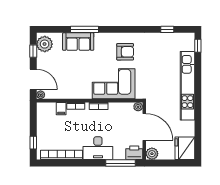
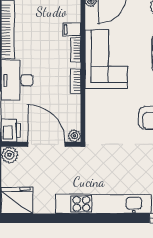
corner sofa: (114, 84) -> (106, 59), moved
door: (144, 127) -> (46, 144), swing flipped

